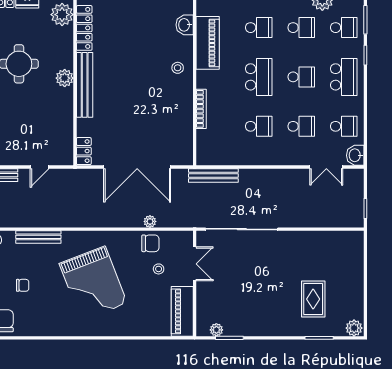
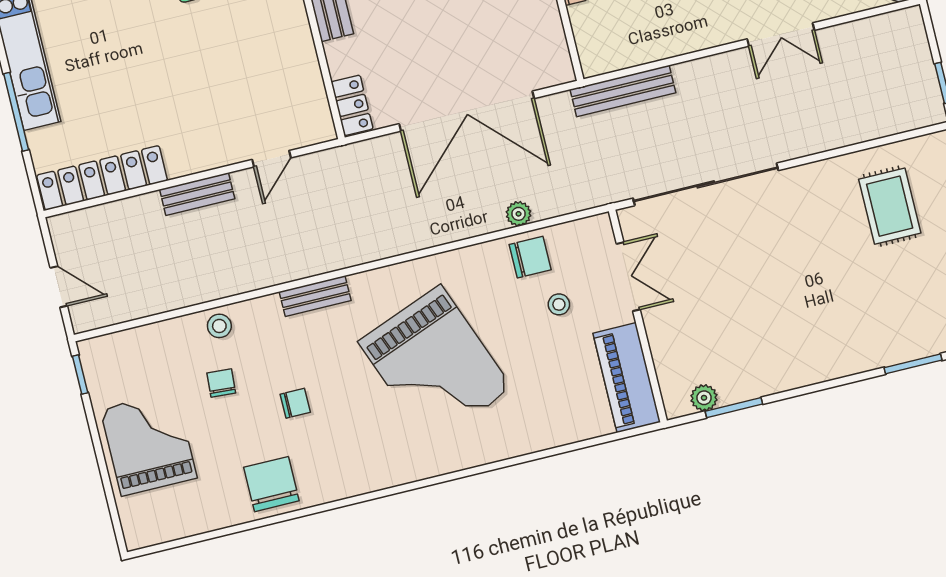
double door: (326, 167) -> (781, 35), moved
bench: (38, 237) -> (315, 296), width x0.73
rug: (313, 299) -> (890, 206), moved

